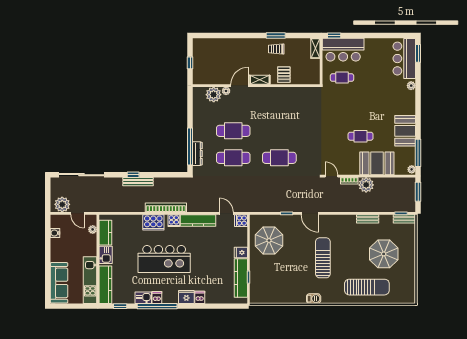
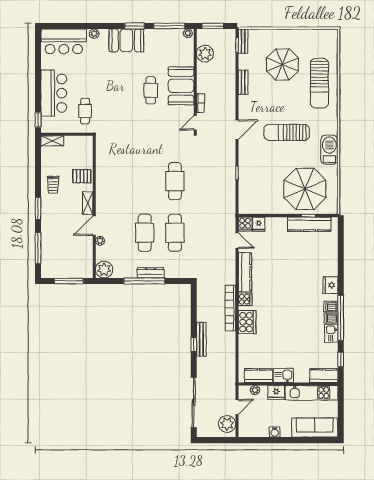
window: (220, 36) -> (38, 248), added
window: (276, 36) -> (38, 208), moved
bar counter: (343, 50) -> (54, 93), moved
window: (418, 53) -> (135, 26), moved
window: (190, 63) -> (69, 281), width x2.17
door: (240, 86) -> (94, 226), hinge flipped
plant: (214, 95) -> (104, 270), moved
booth: (405, 131) -> (126, 40), moved
window: (190, 147) -> (144, 281), moved
dresser: (197, 154) -> (151, 273), moved
booth: (377, 163) -> (181, 86), moved
plant: (366, 185) -> (205, 54), moved
door: (226, 213) -> (237, 240), swing flipped
door: (310, 213) -> (237, 130), moved
water cooler: (55, 233) -> (275, 432), moved
parasol: (269, 240) -> (305, 189), moved, width x1.36, depth x1.36
fridge: (90, 248) -> (276, 392), added
fridge: (241, 253) -> (259, 224), moved
kitchen island: (164, 259) -> (288, 310), removed
kitchen counter: (105, 285) -> (324, 376), width x0.67
sun lounger: (367, 287) -> (319, 83), turned 180
dishwasher: (200, 297) -> (331, 307), moved
barbecue: (314, 299) -> (329, 150), width x1.88, depth x1.53

